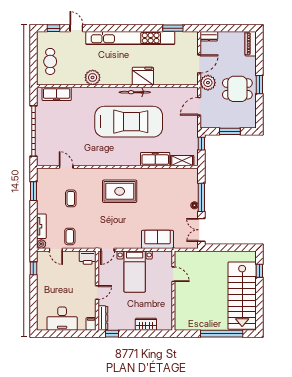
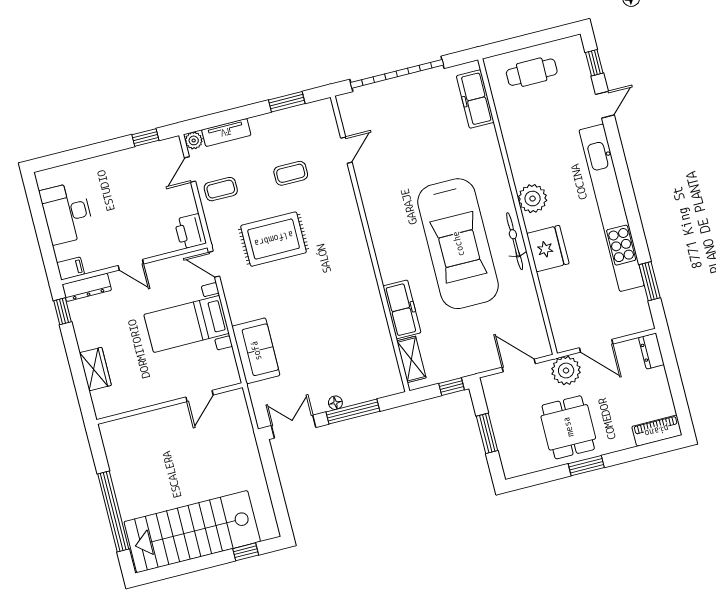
plant: (93, 77) -> (533, 199), moved
rug: (120, 191) -> (274, 239), moved, turned 90

